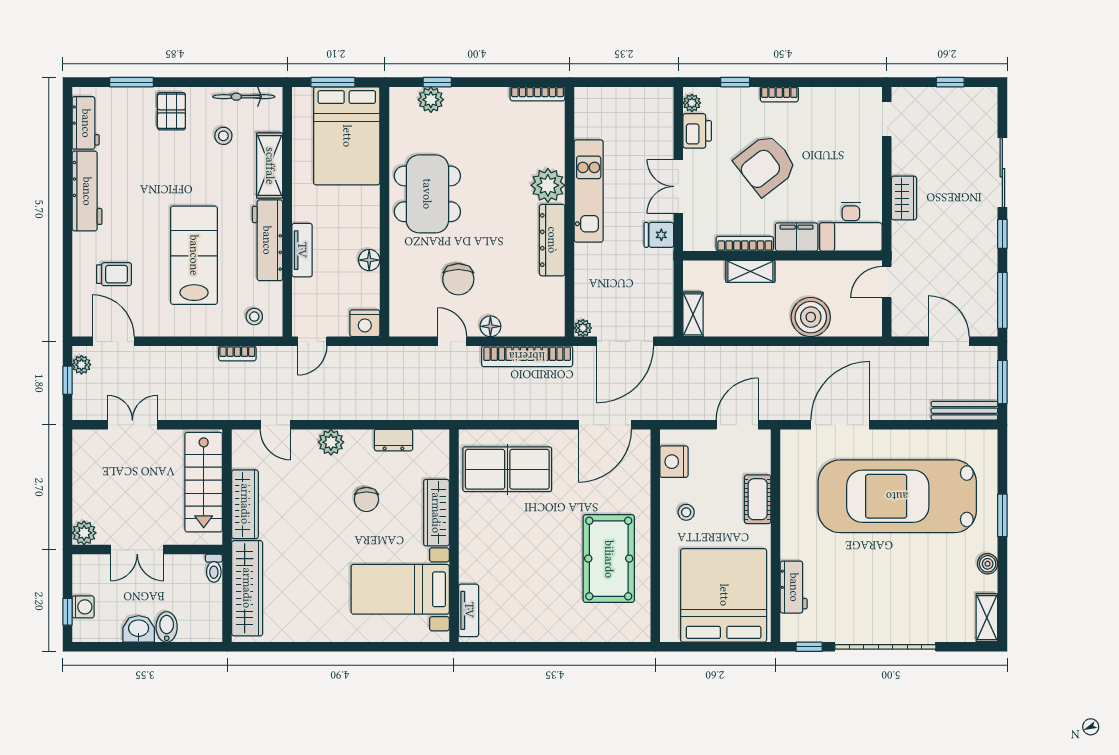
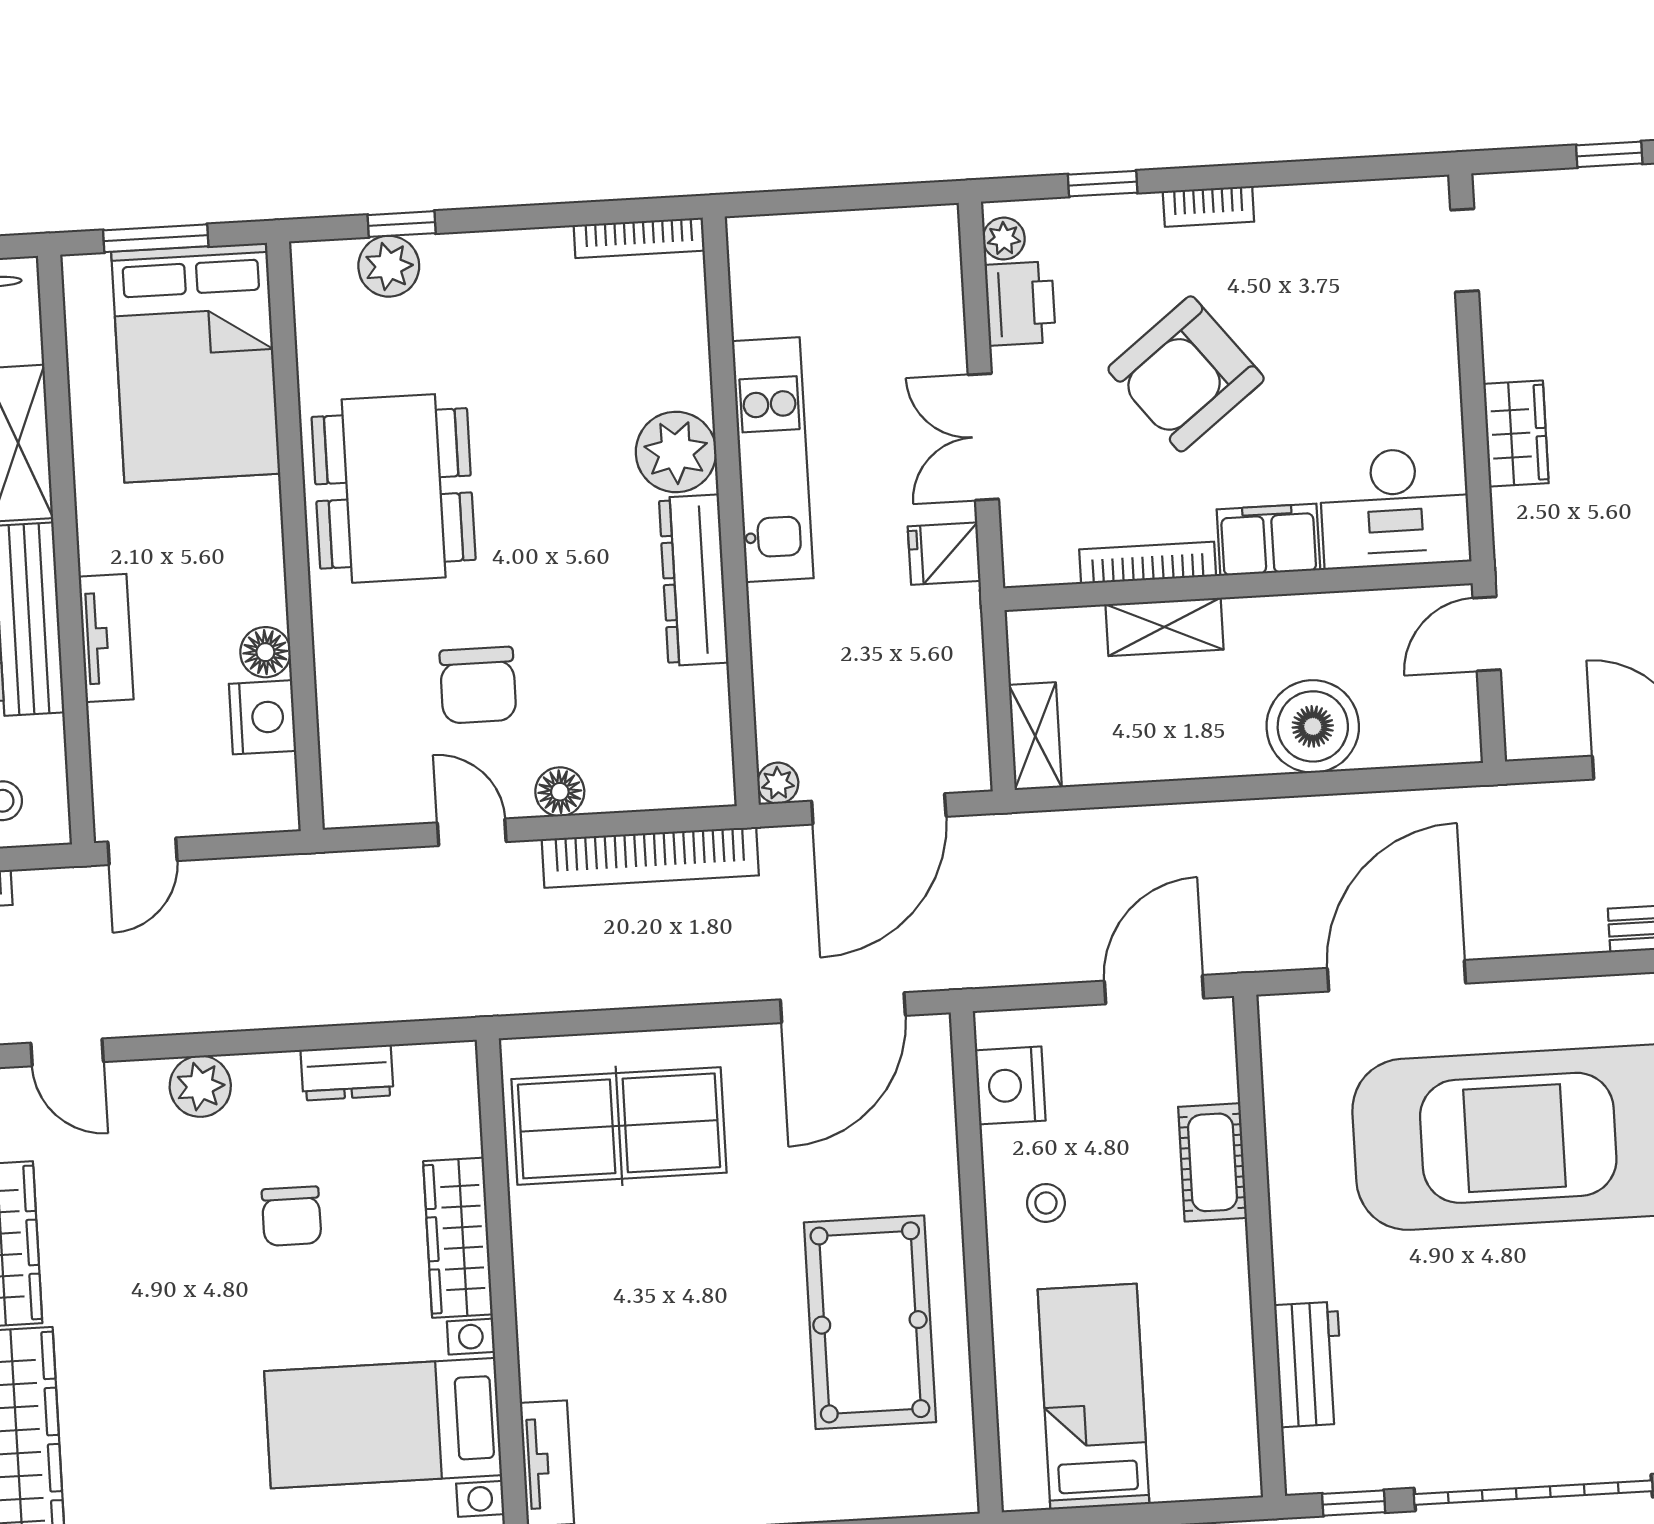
nightstand: (365, 323) -> (263, 717), moved, turned -90
bed: (724, 595) -> (1094, 1397), width x0.49

